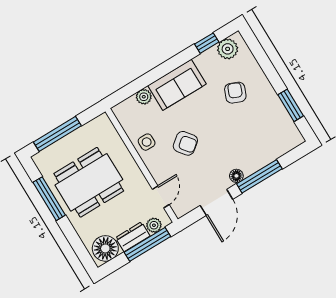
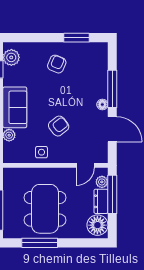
armchair: (235, 93) -> (57, 64), moved, turned 91
door: (161, 197) -> (85, 165), swing flipped

